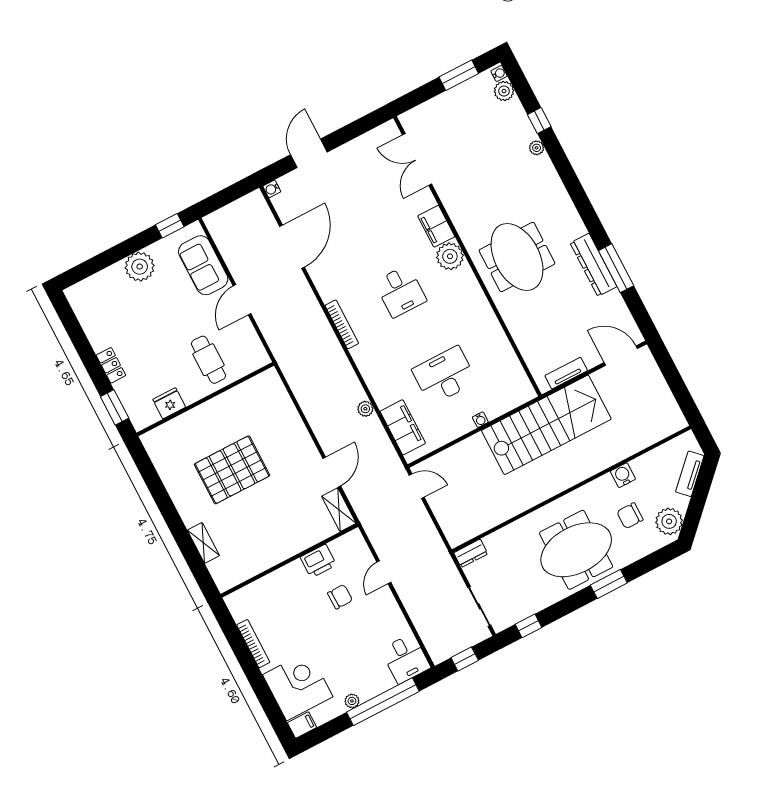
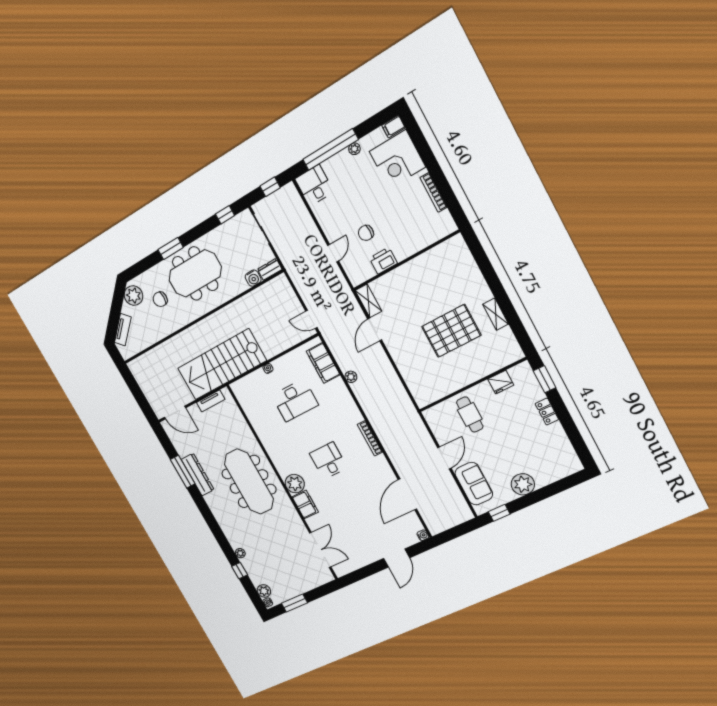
meeting table: (517, 257) -> (249, 482), width x1.36
water cooler: (623, 475) -> (253, 278), moved
chair: (630, 516) -> (160, 299), turned 180
shelving: (203, 543) -> (496, 314), moved

